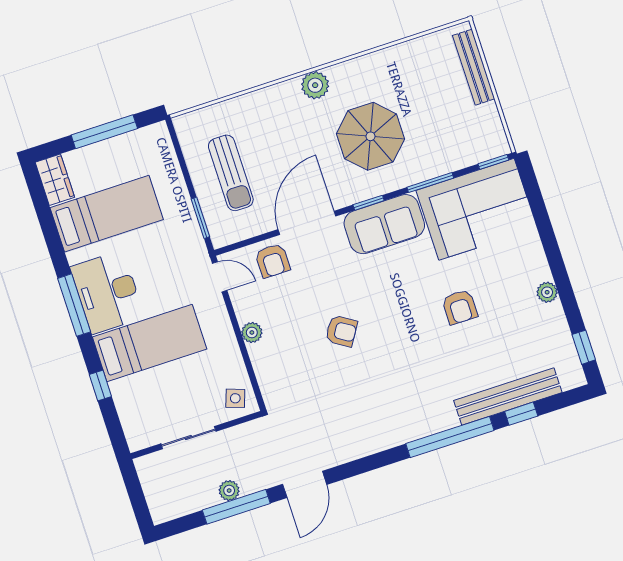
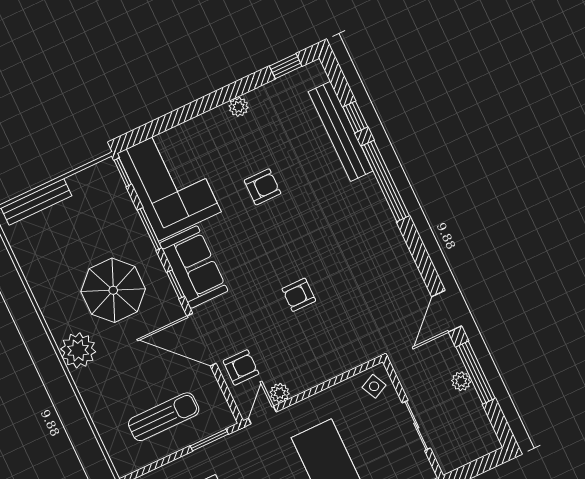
plant: (315, 85) -> (78, 350), width x1.36, depth x1.36
armchair: (341, 331) -> (299, 295), turned -122
plant: (252, 332) -> (280, 393), moved
side table: (235, 398) -> (374, 386), turned 45
door: (305, 484) -> (447, 311), swing flipped

